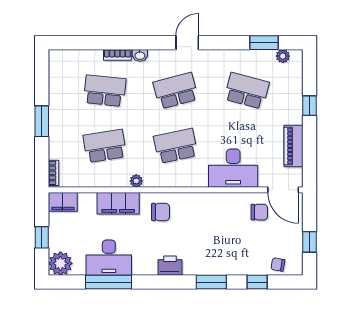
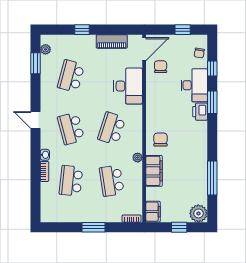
school desk: (176, 146) -> (112, 128), turned 30
desk: (109, 258) -> (194, 85), moved
printer: (170, 266) -> (200, 112), moved

